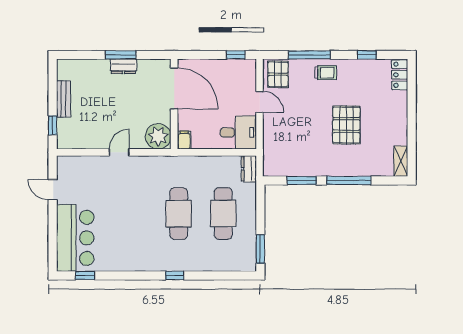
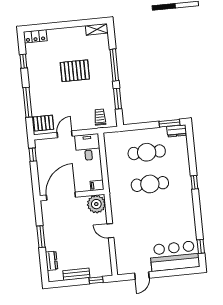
dresser: (123, 66) -> (52, 261), moved
trolley: (326, 73) -> (100, 117), moved
dresser: (249, 169) -> (177, 131), moved

